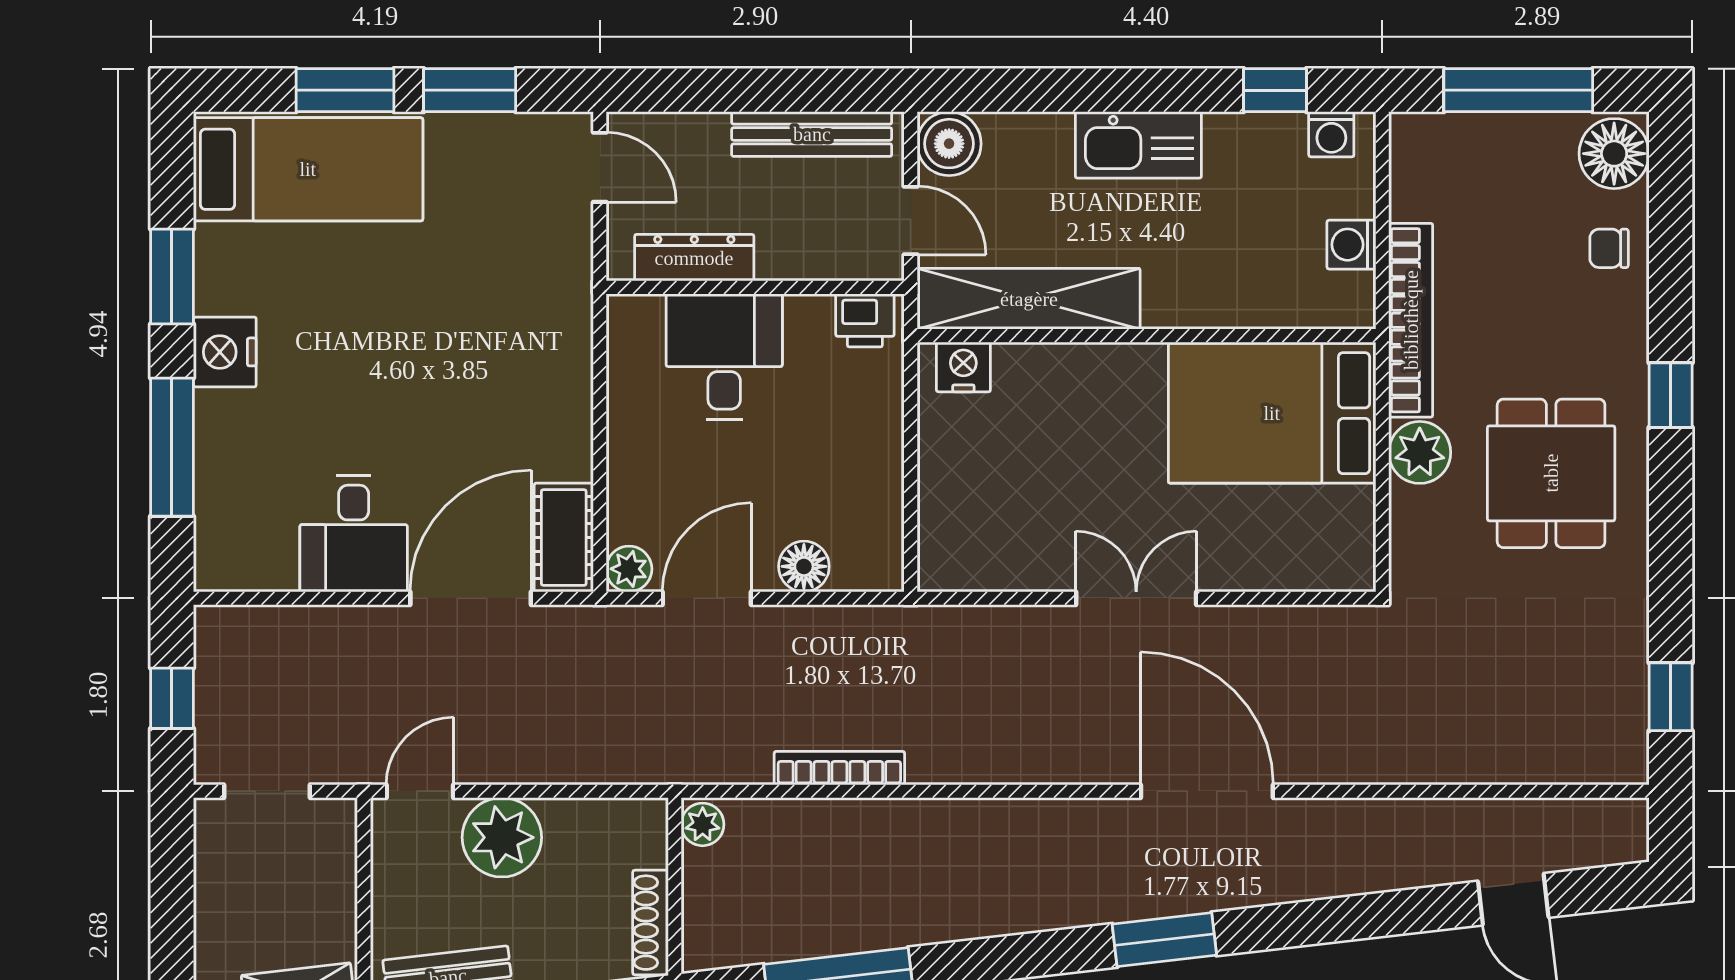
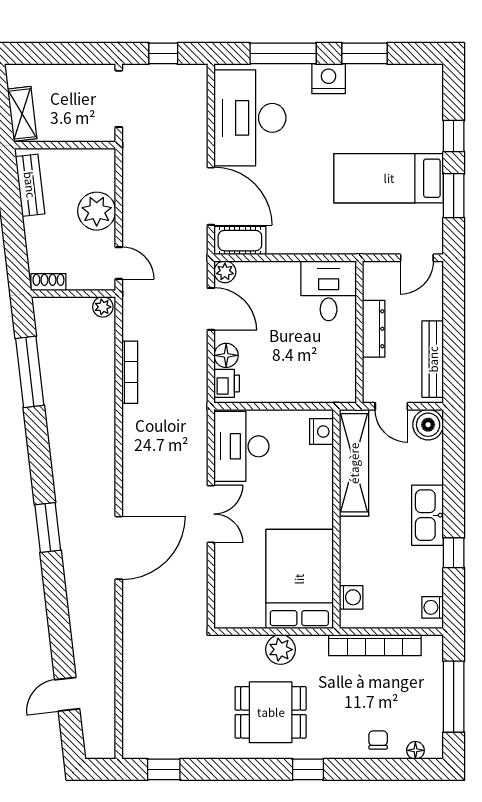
window: (345, 90) -> (454, 136), width x0.67
window: (1275, 90) -> (454, 553), moved
floor lamp: (1614, 154) -> (415, 750), width x0.53, depth x0.53
bed: (308, 169) -> (389, 178), moved, turned 90
door: (911, 220) -> (391, 406), hinge flipped
washing machine: (1351, 245) -> (351, 597), moved, turned 90
dresser: (694, 258) -> (374, 329), moved
printer: (865, 320) -> (227, 383), moved, turned 180
bookcase: (1411, 320) -> (375, 645), moved
desk: (724, 356) -> (329, 291), moved, turned -90
desk: (354, 534) -> (250, 118), width x1.87, depth x1.30
desk: (994, 534) -> (241, 446), added
doorway: (267, 791) -> (119, 99), width x1.38
door: (420, 791) -> (119, 263), moved
shoe rack: (651, 923) -> (48, 282), width x0.70

